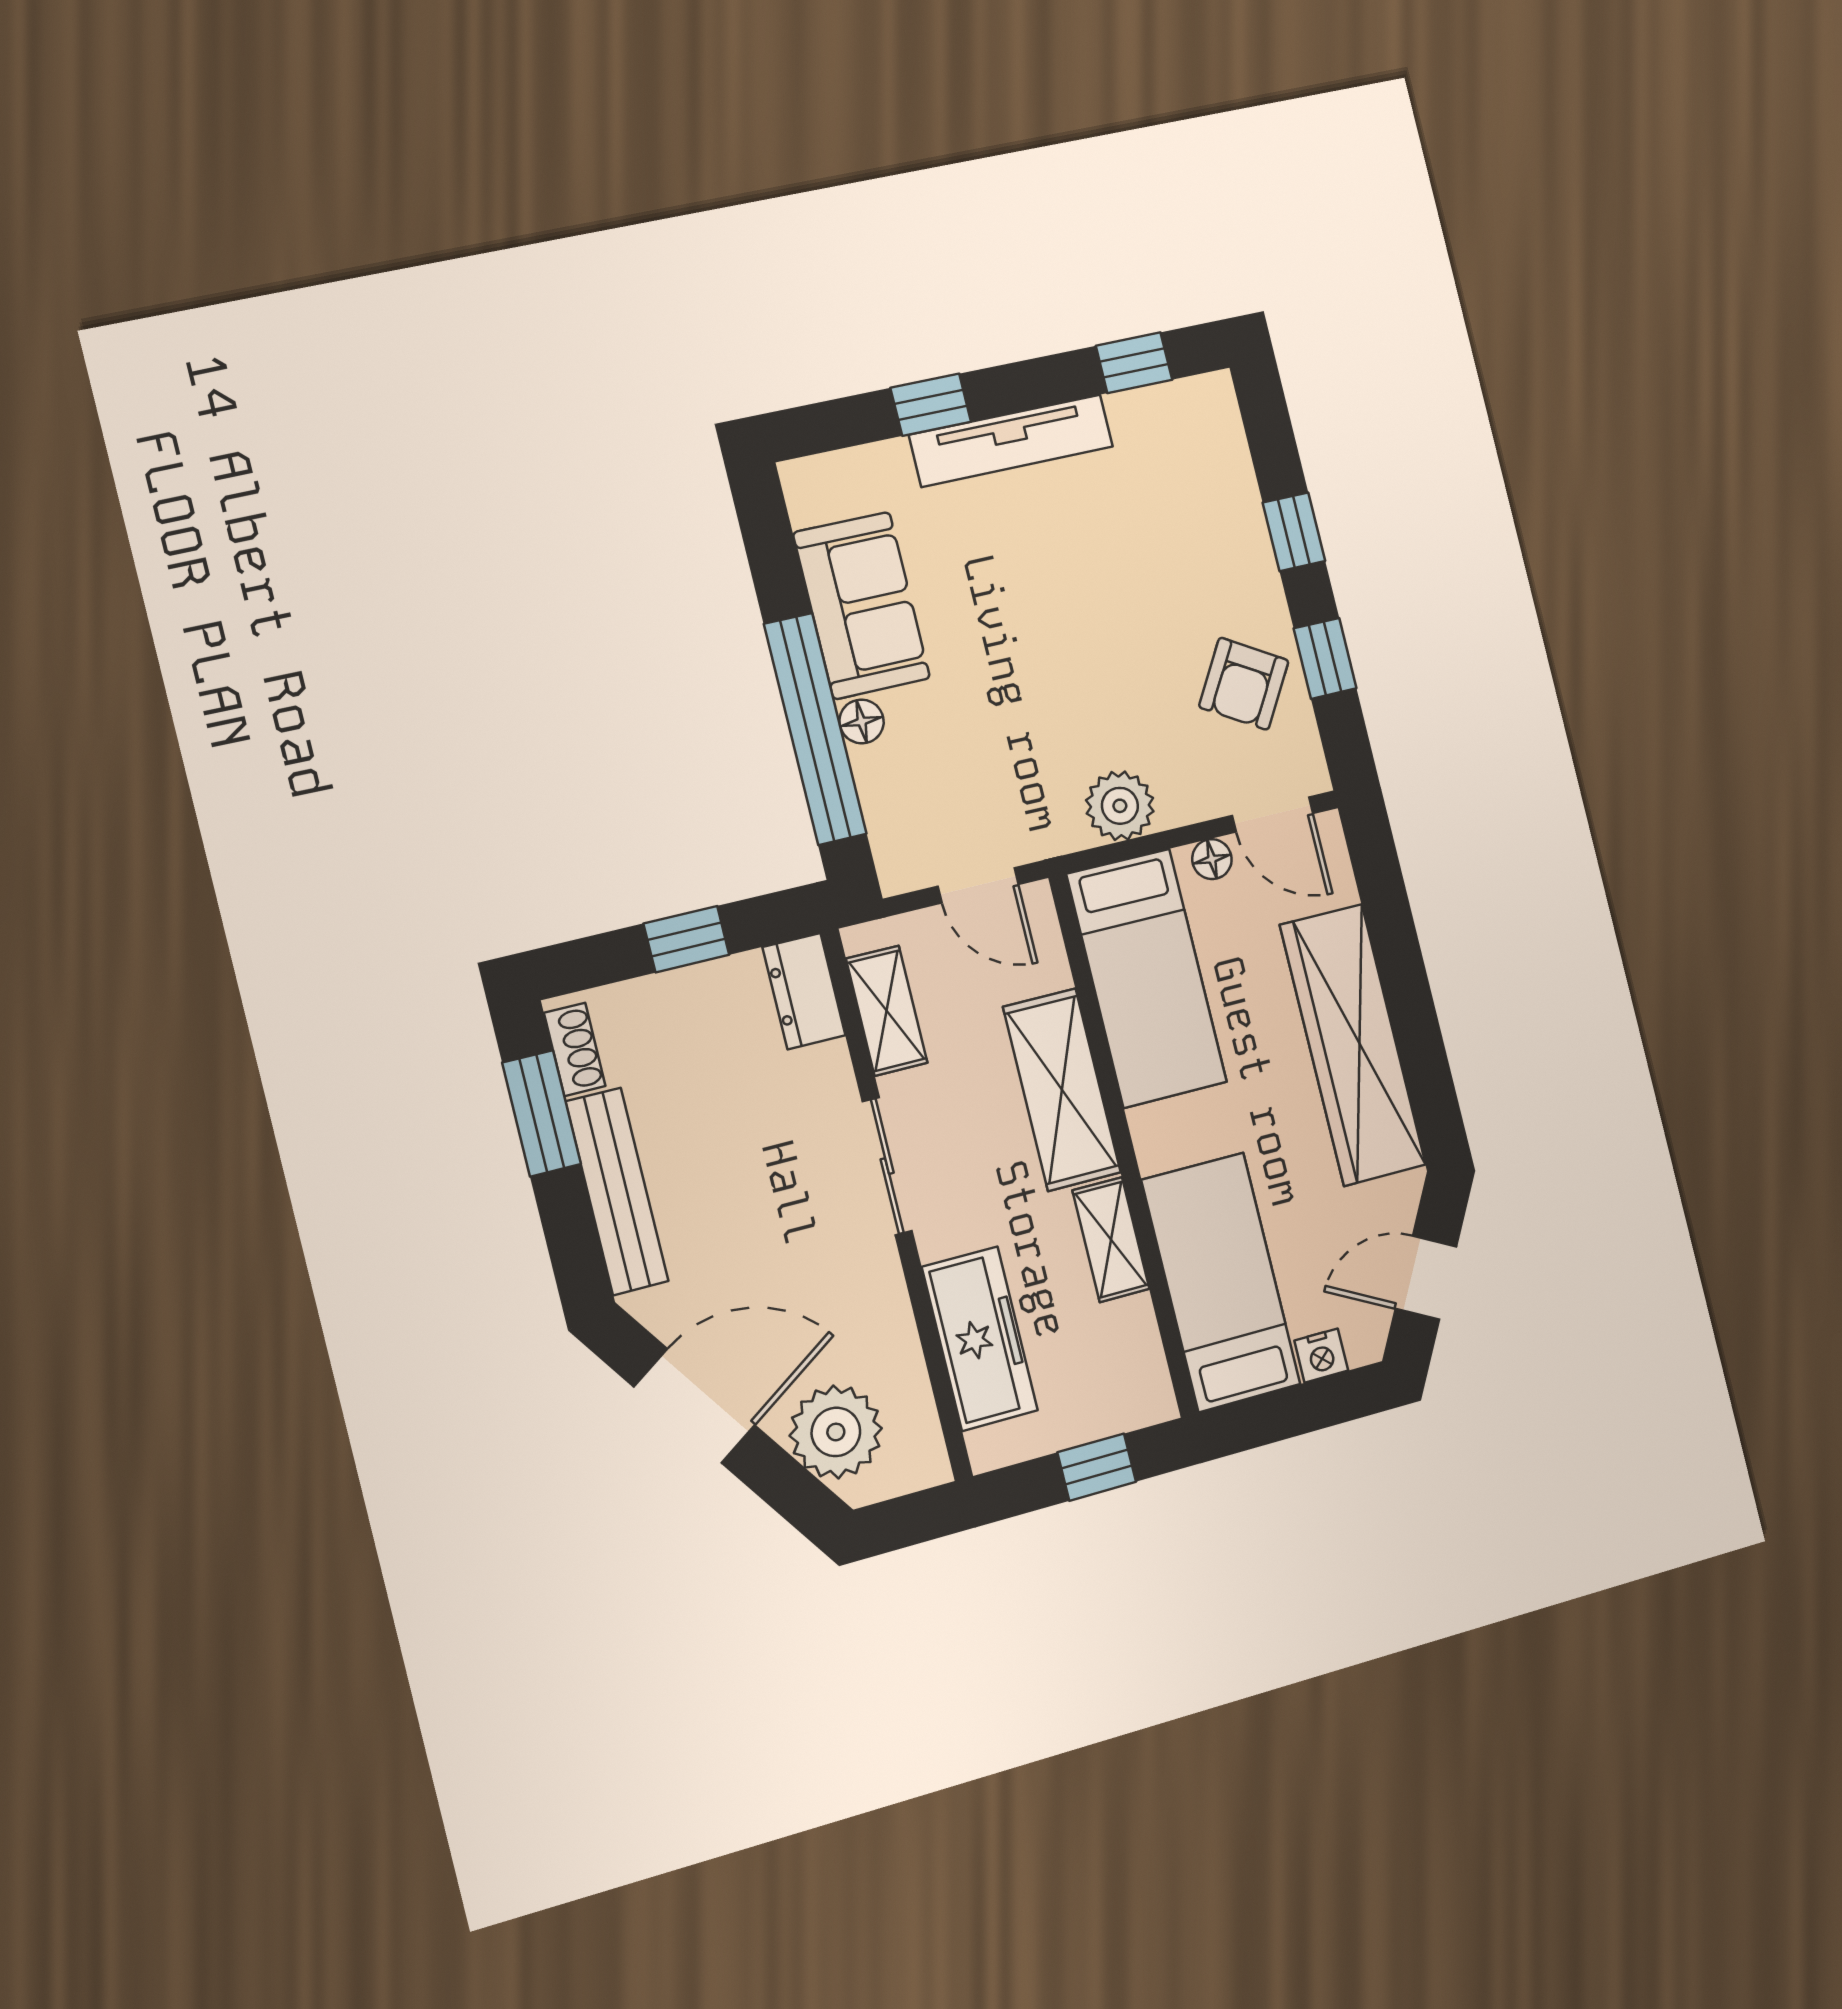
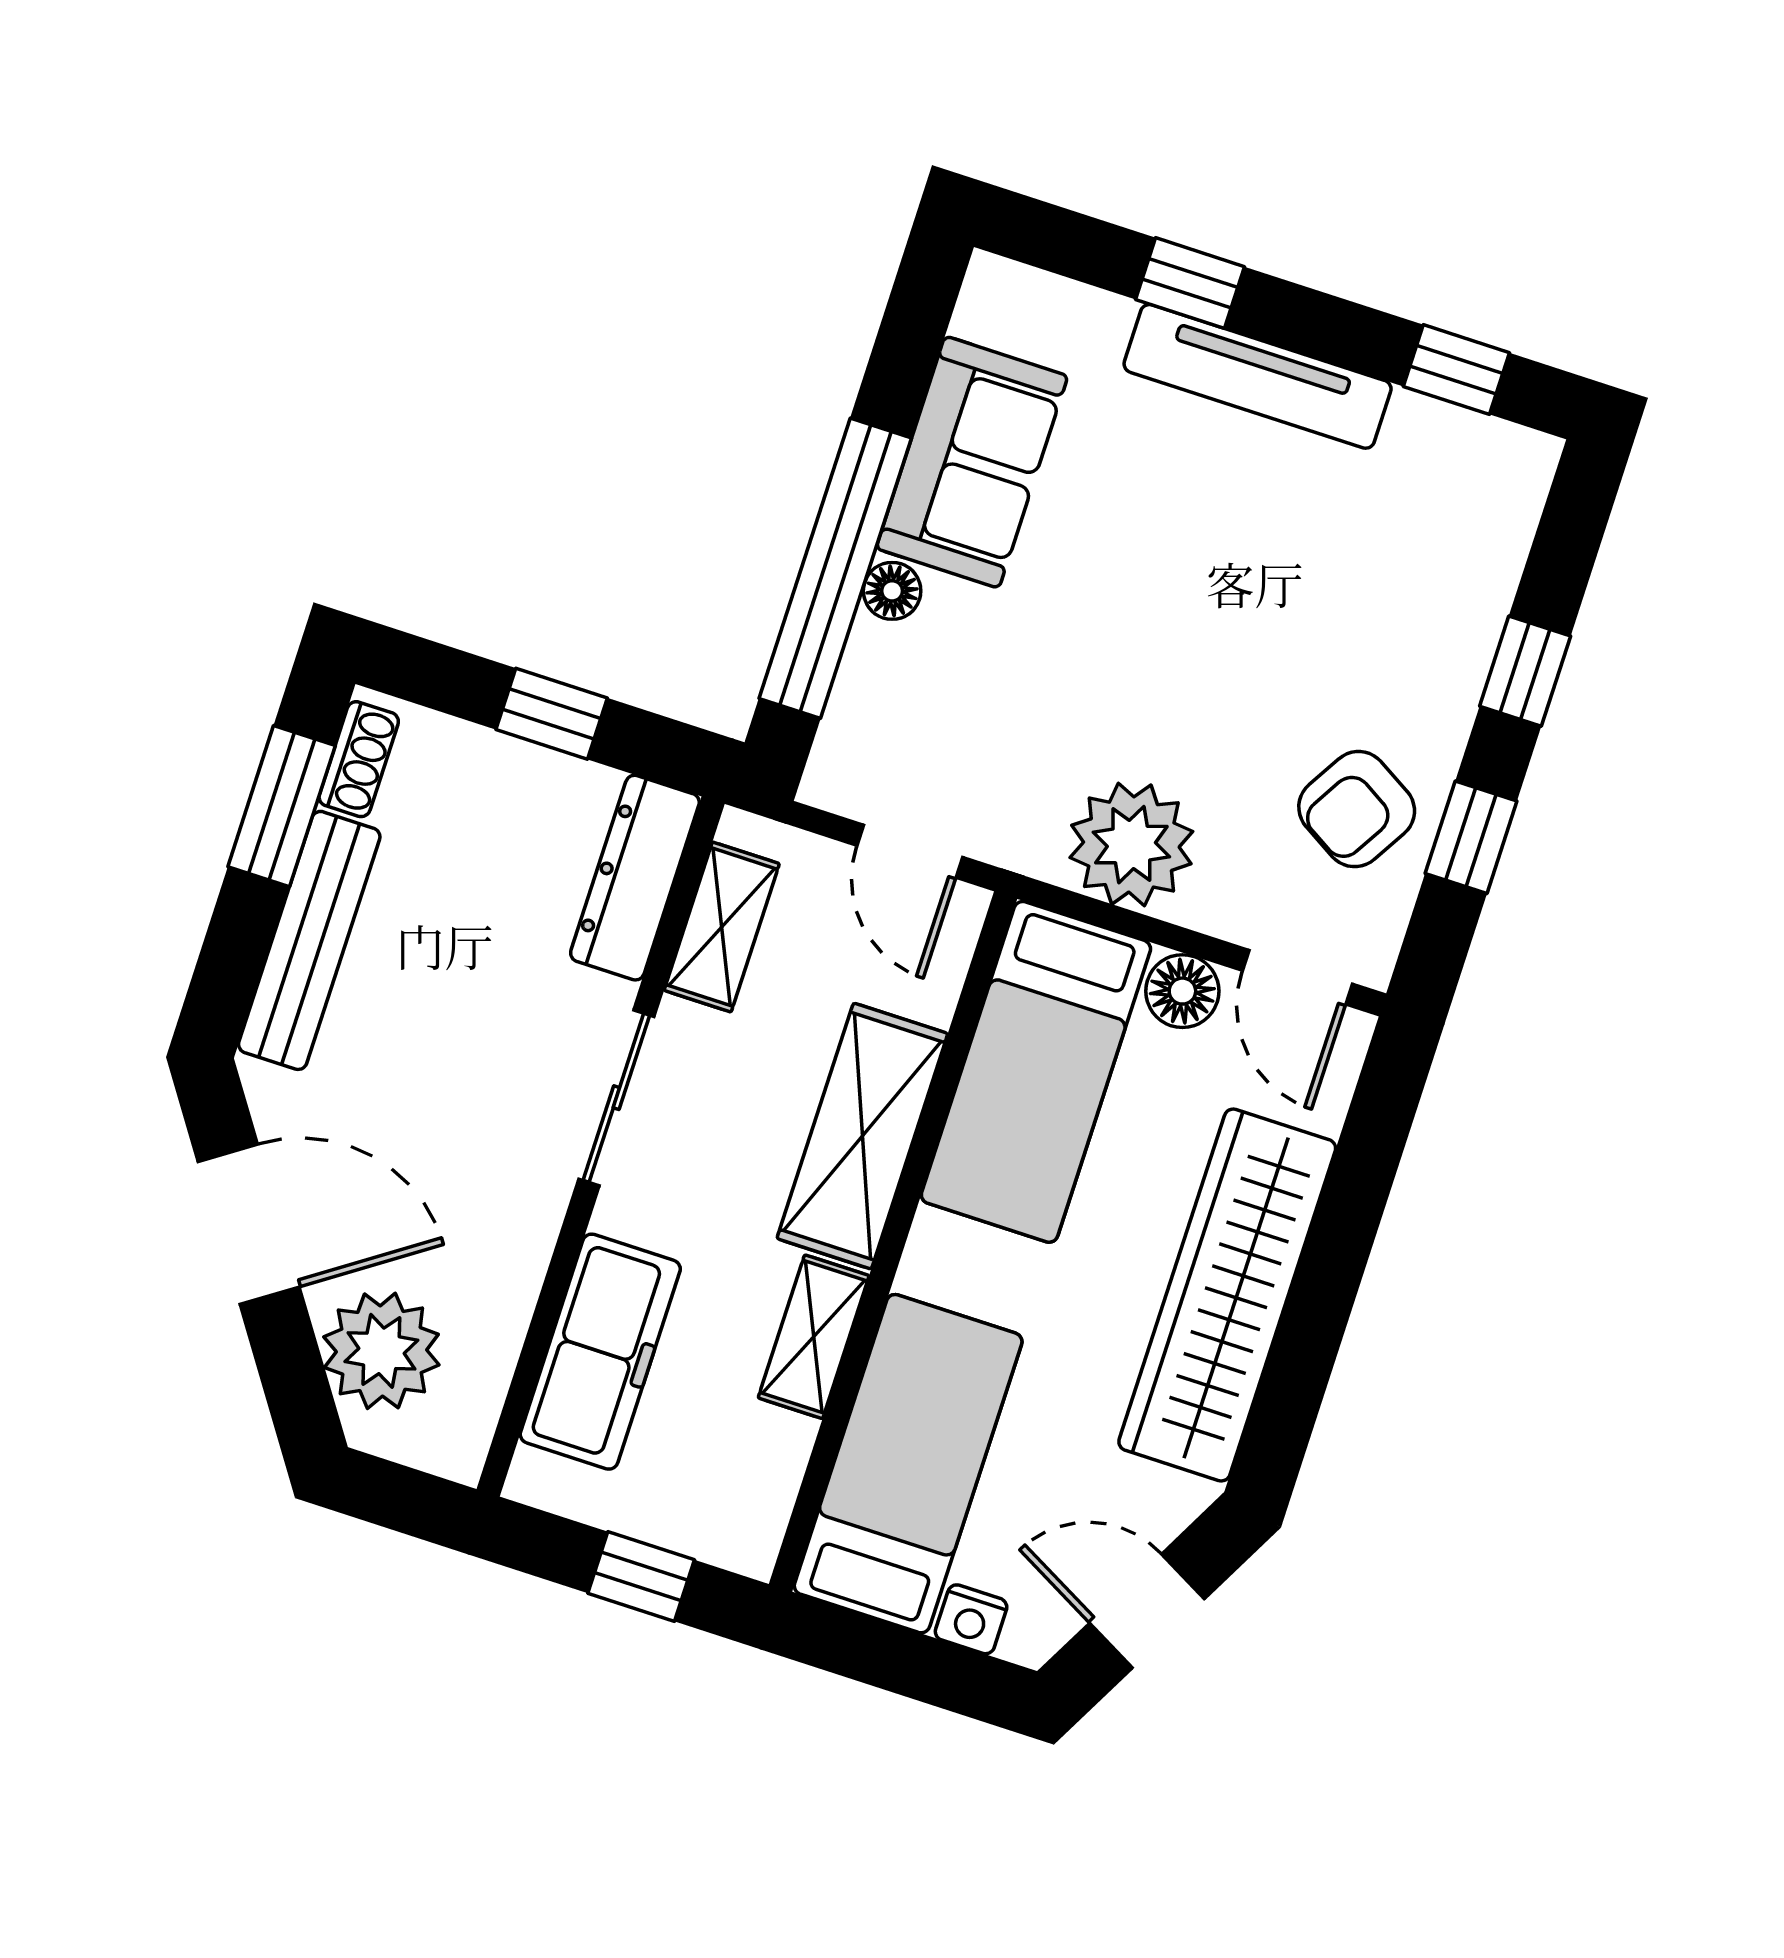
plant: (1120, 806) -> (1131, 845), width x1.36, depth x1.36
floor lamp: (1212, 859) -> (1182, 991), width x1.37, depth x1.37
dresser: (804, 991) -> (635, 878), width x1.44

